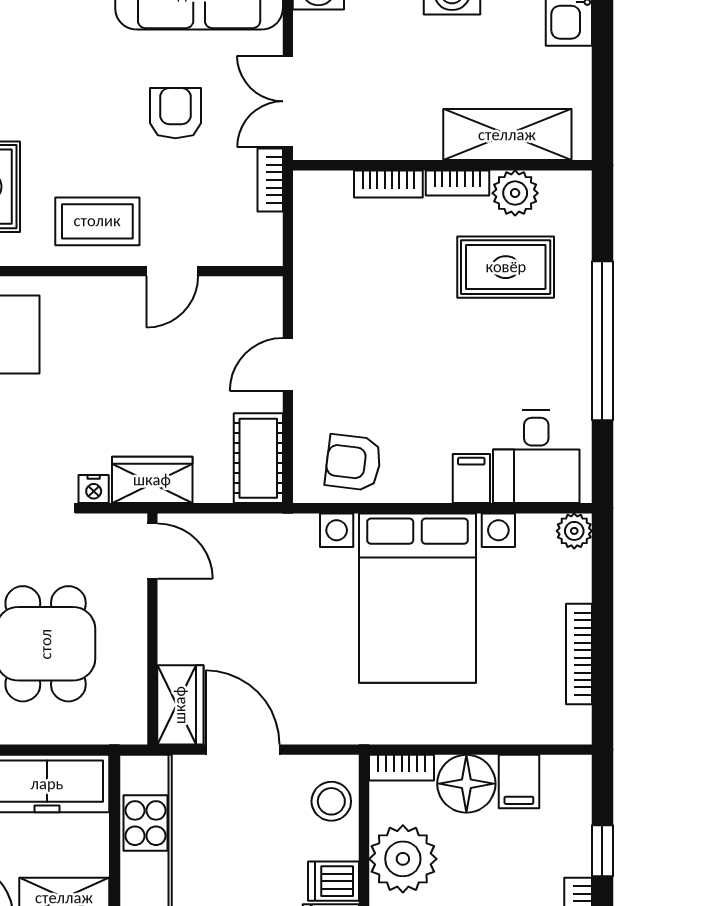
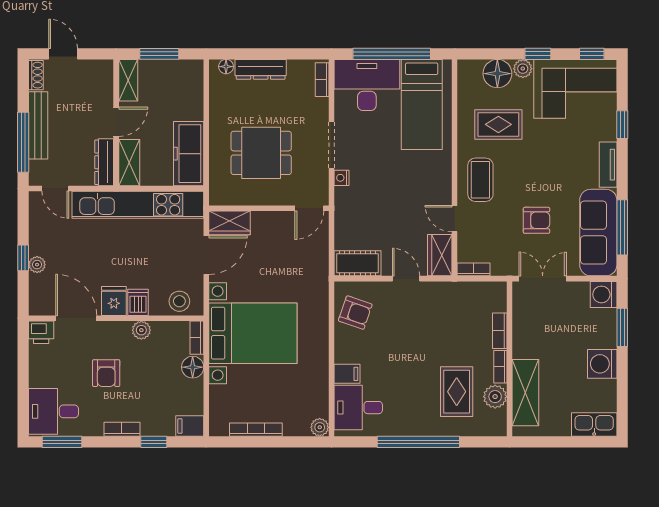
bookcase: (270, 180) -> (474, 269), moved
armchair: (353, 463) -> (355, 313), turned 102
wardrobe: (152, 480) -> (440, 255), moved, turned 180
bed with nightstands: (417, 598) -> (253, 333), moved, turned 180
filing cabinet: (519, 781) -> (190, 426), moved
floor lamp: (466, 784) -> (193, 367), width x0.73, depth x0.73
plant: (403, 859) -> (141, 330), width x0.53, depth x0.53

